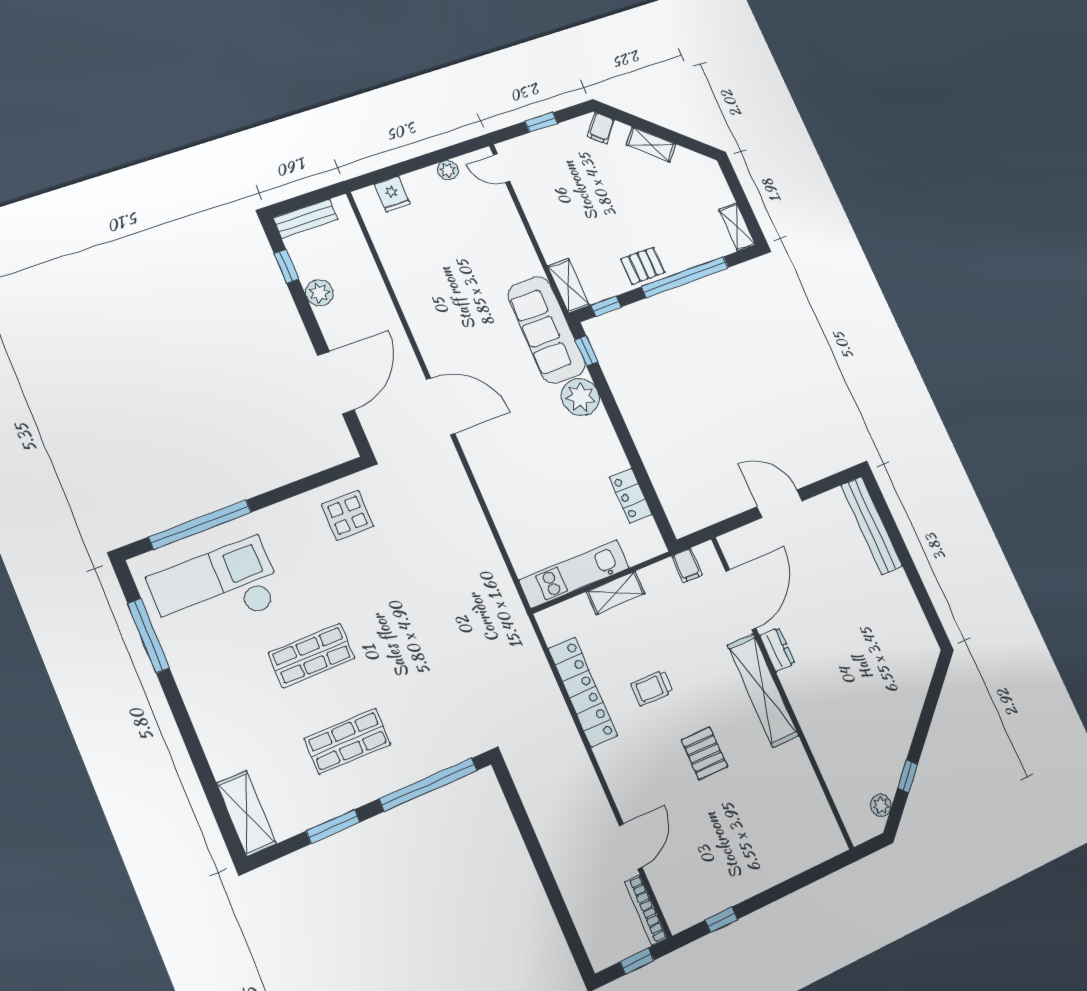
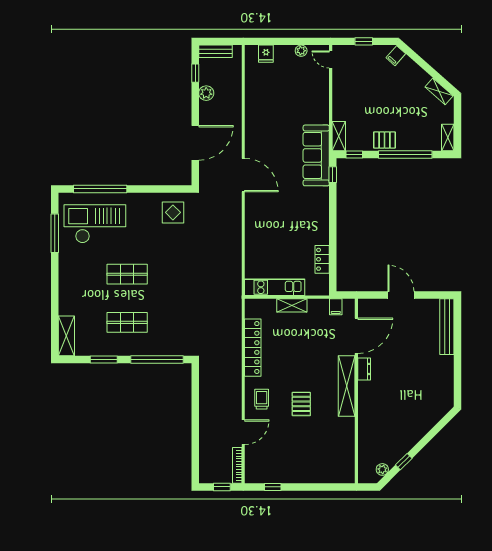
shelving: (651, 145) -> (439, 91), moved
plant: (580, 397) -> (319, 198), removed
trolley: (652, 688) -> (262, 399), moved, turned 90

